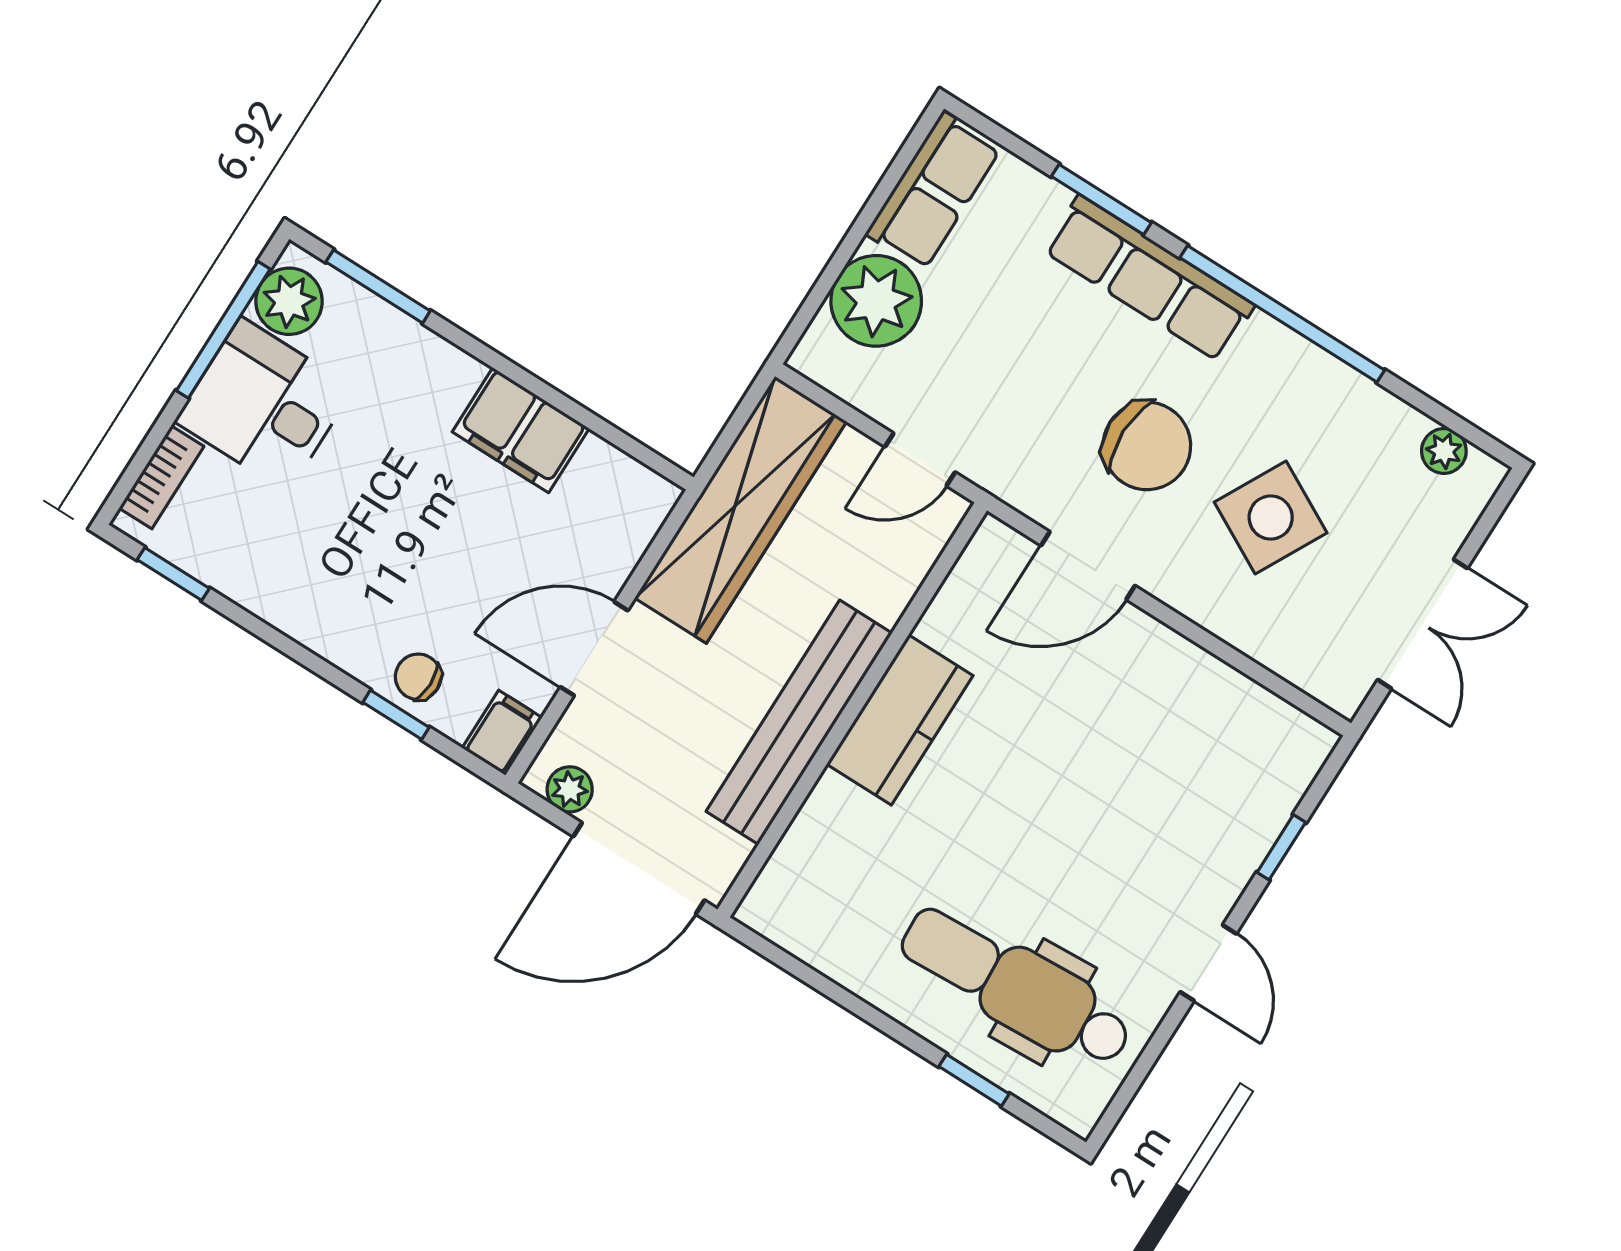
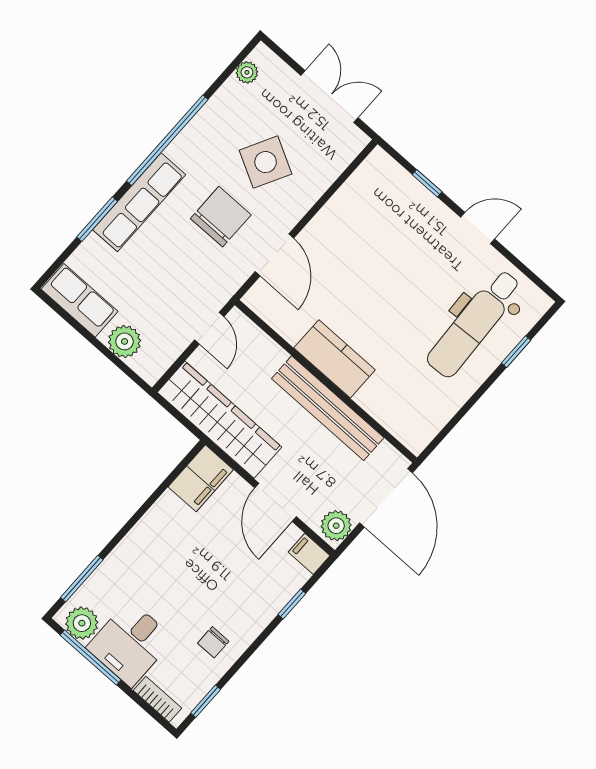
plant: (876, 301) -> (125, 341), width x0.73, depth x0.73
filing cabinet: (521, 430) -> (201, 478), moved
chair: (418, 677) -> (213, 642), moved
plant: (570, 789) -> (336, 526), width x1.38, depth x1.38

